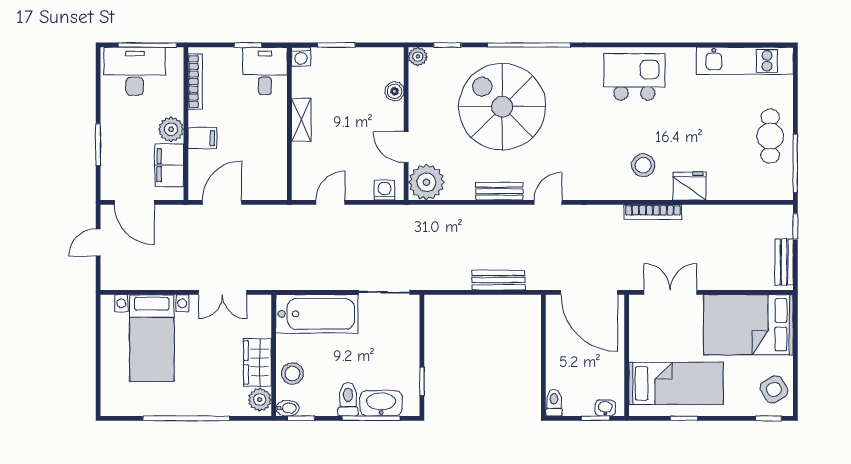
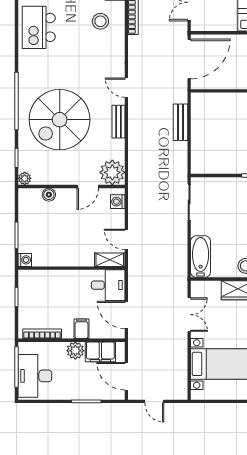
desk: (265, 71) -> (108, 285), moved, turned 180
shelving: (301, 120) -> (110, 260), moved
door: (134, 202) -> (126, 376), swing flipped
bathtub: (317, 314) -> (201, 257), width x0.73, depth x0.73

